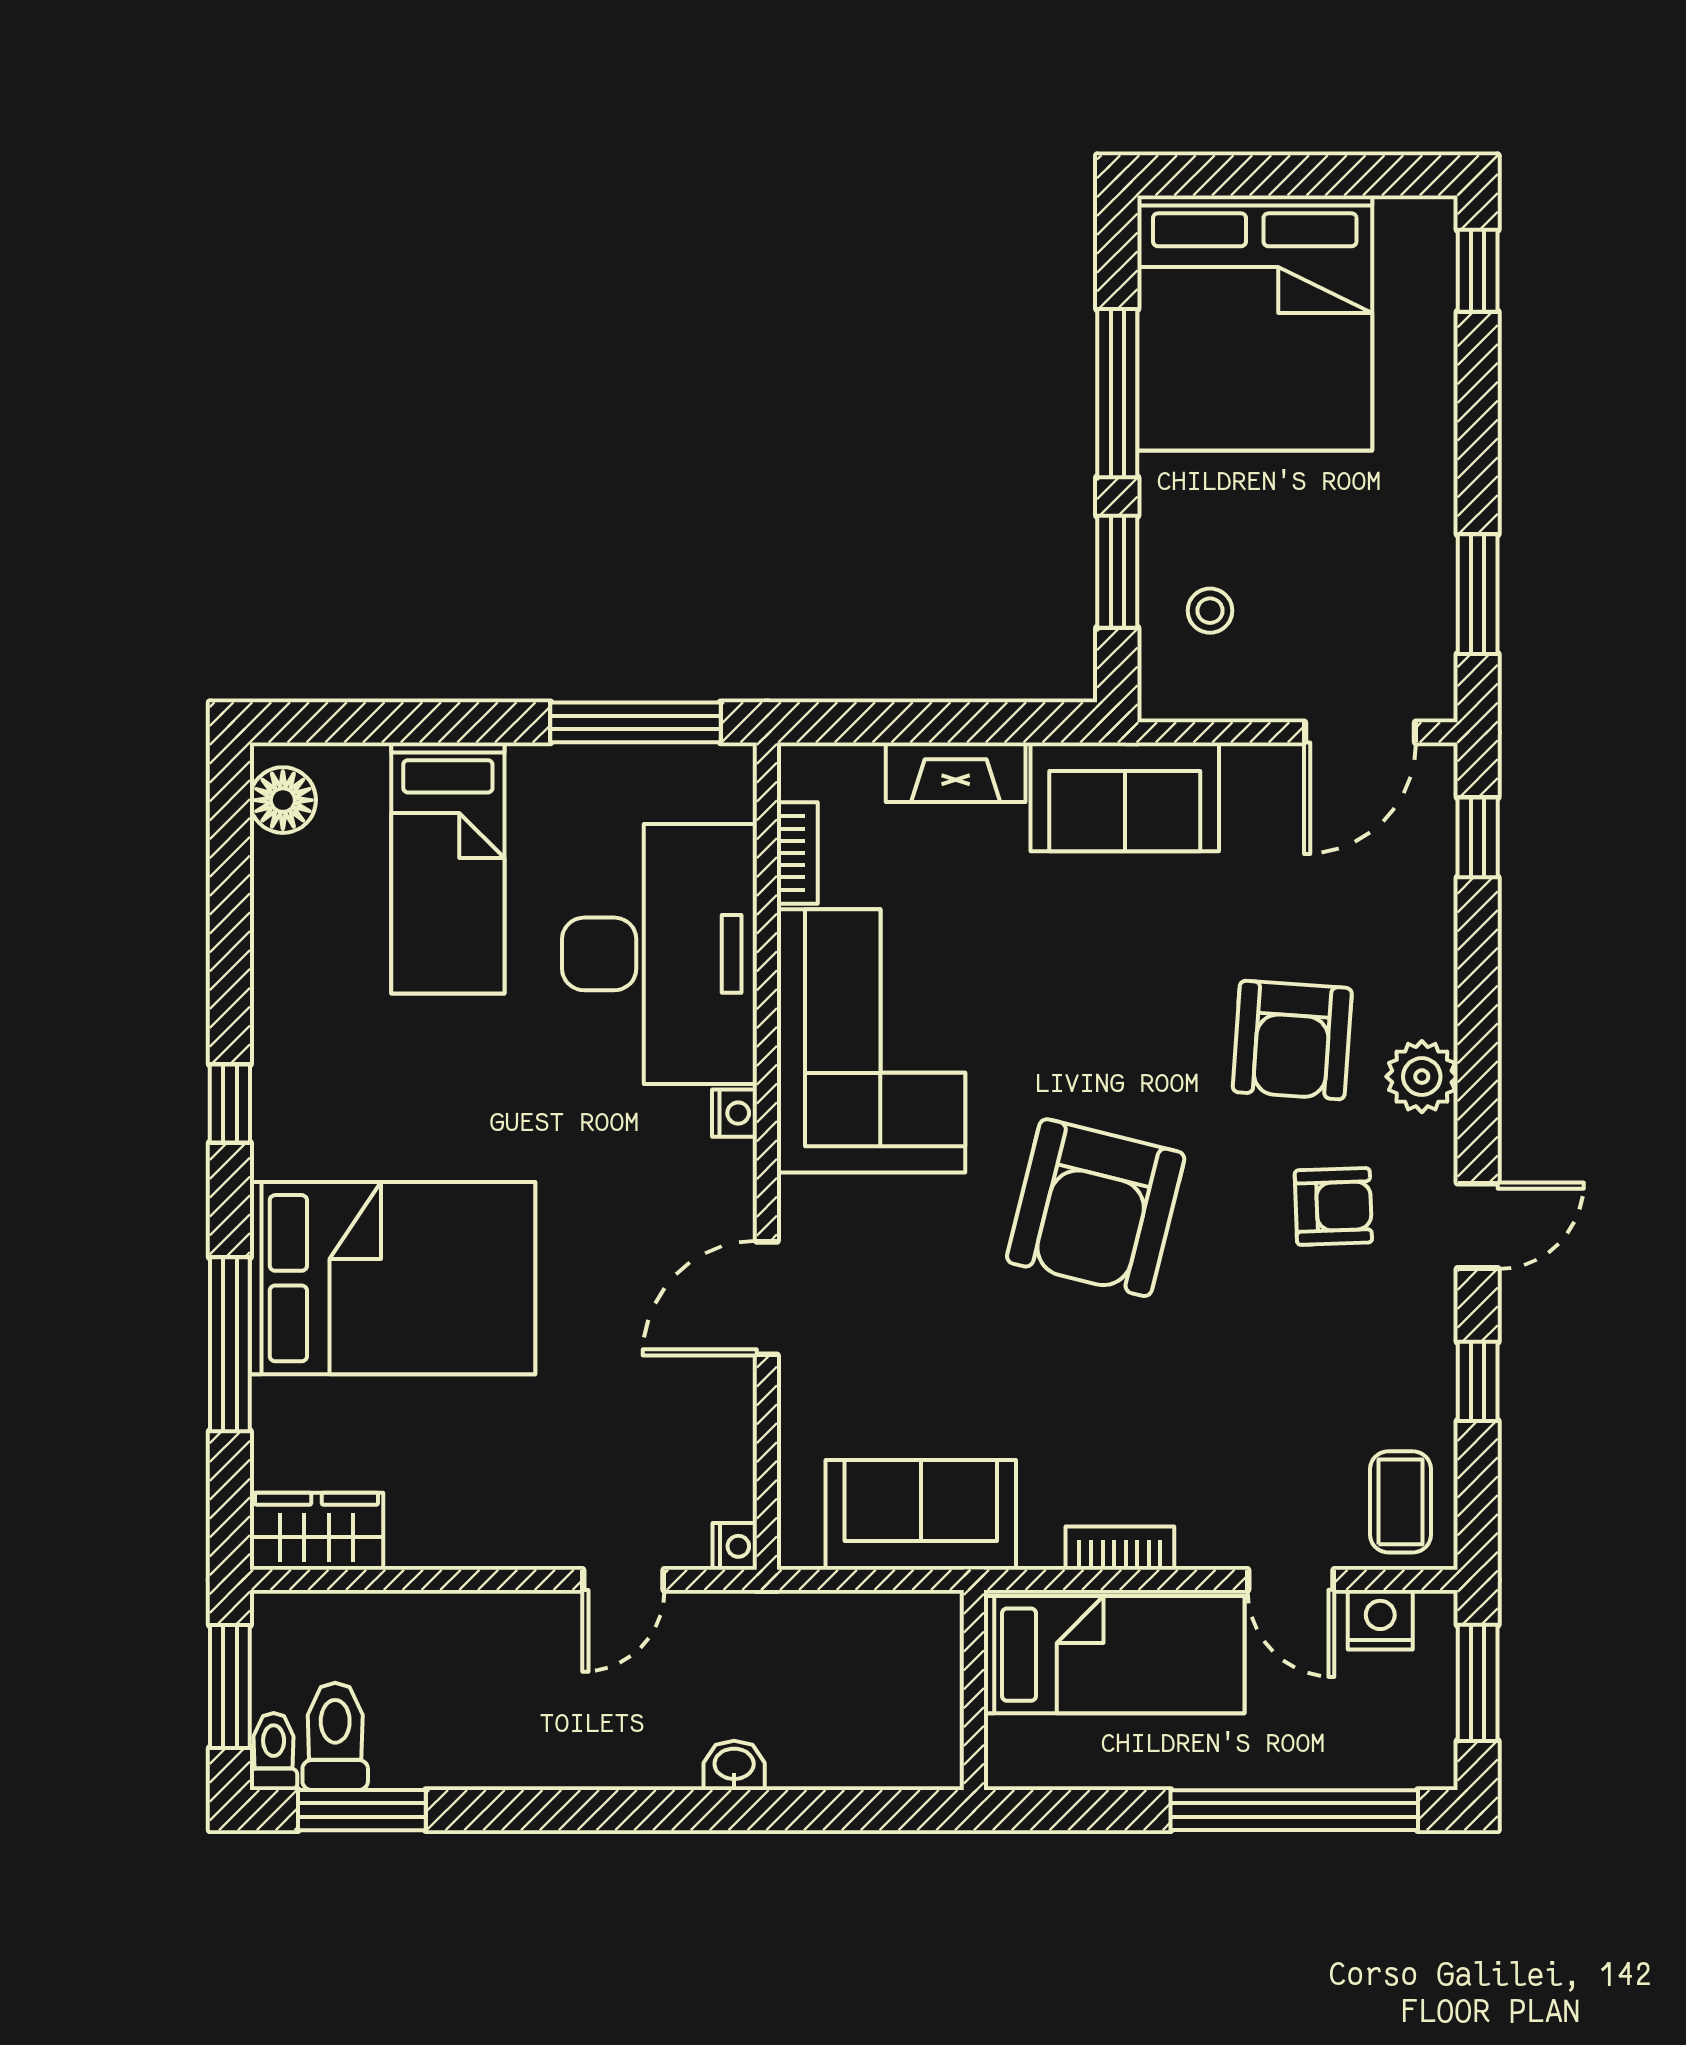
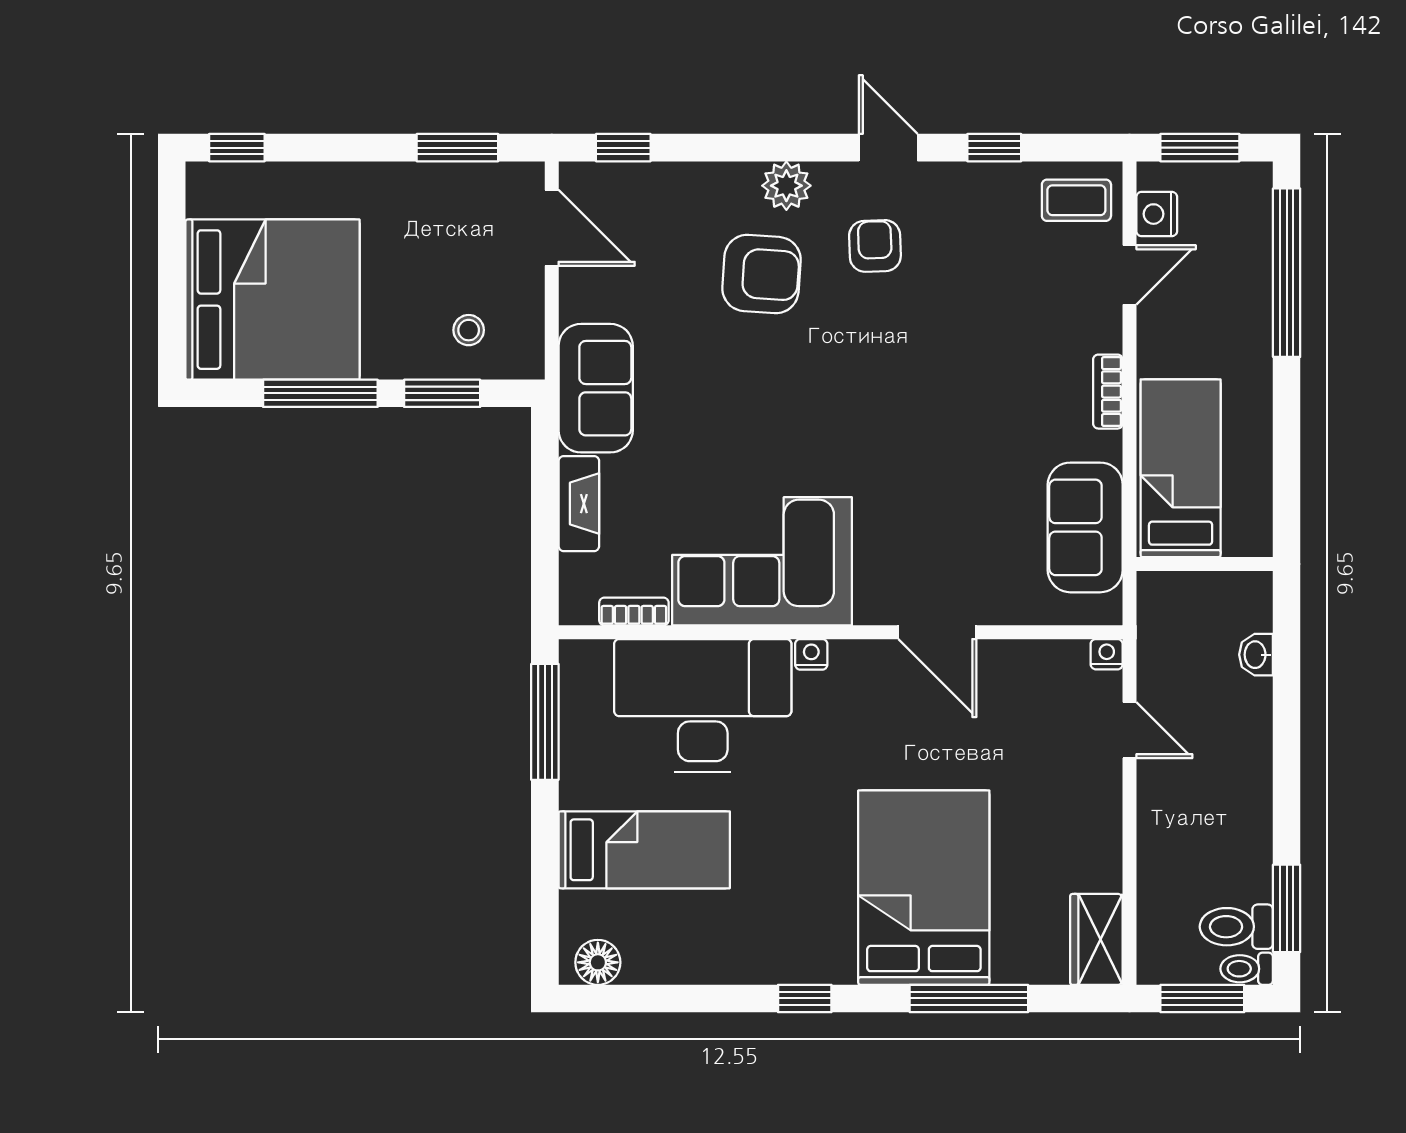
armchair: (1096, 1208) -> (876, 408), removed
bed: (1114, 1655) -> (1181, 468), moved
wall: (974, 1690) -> (1205, 564), moved

